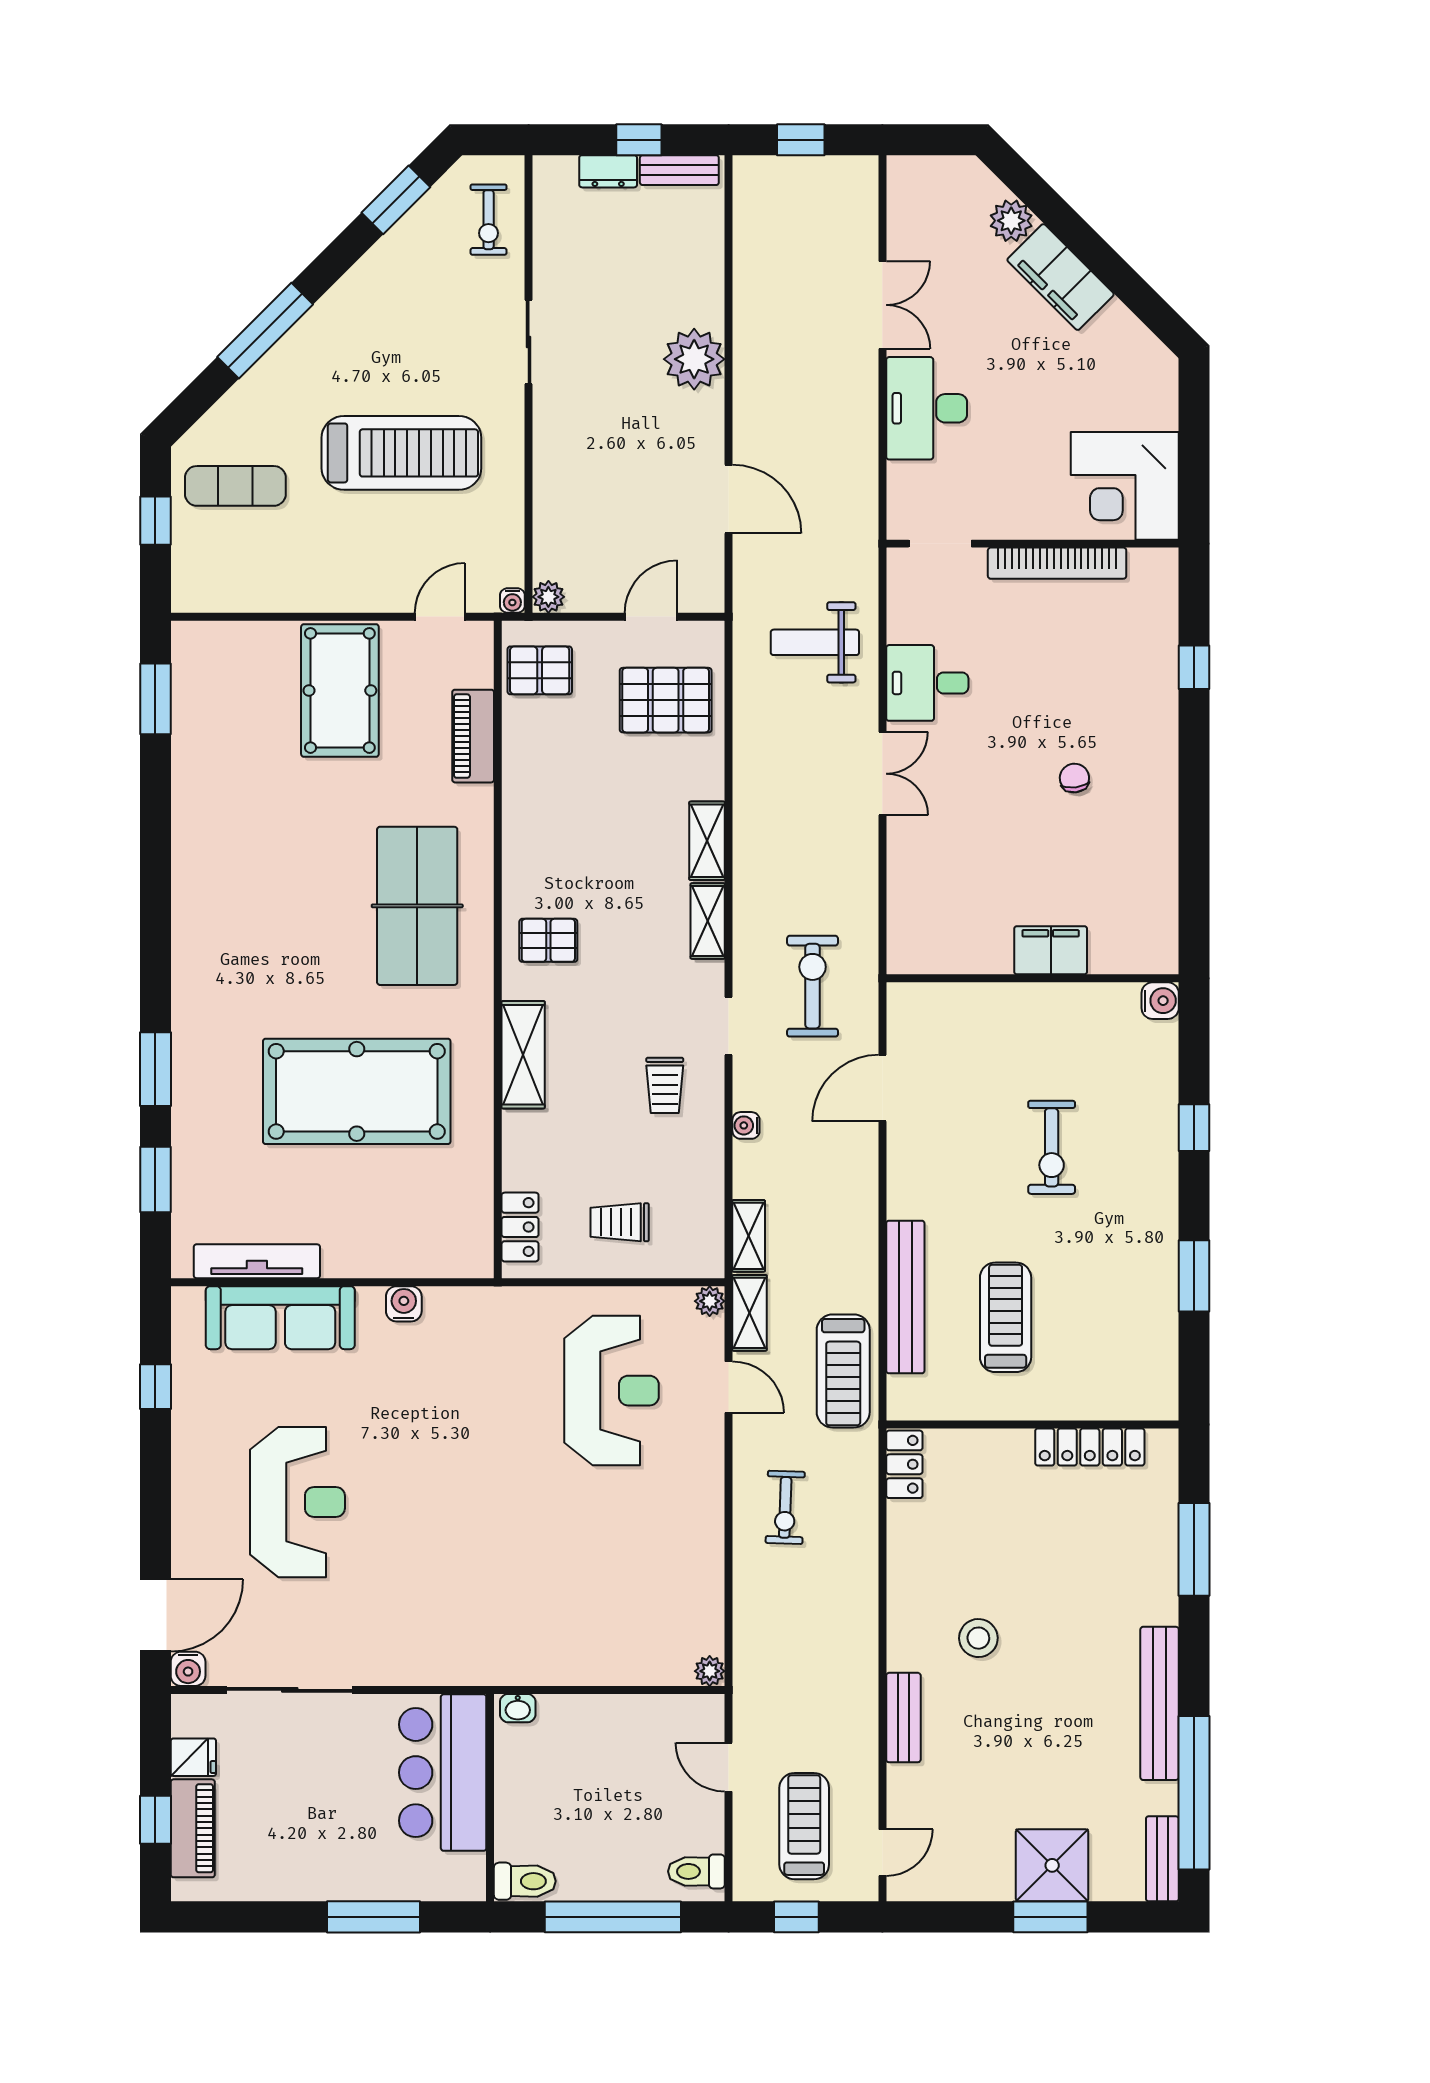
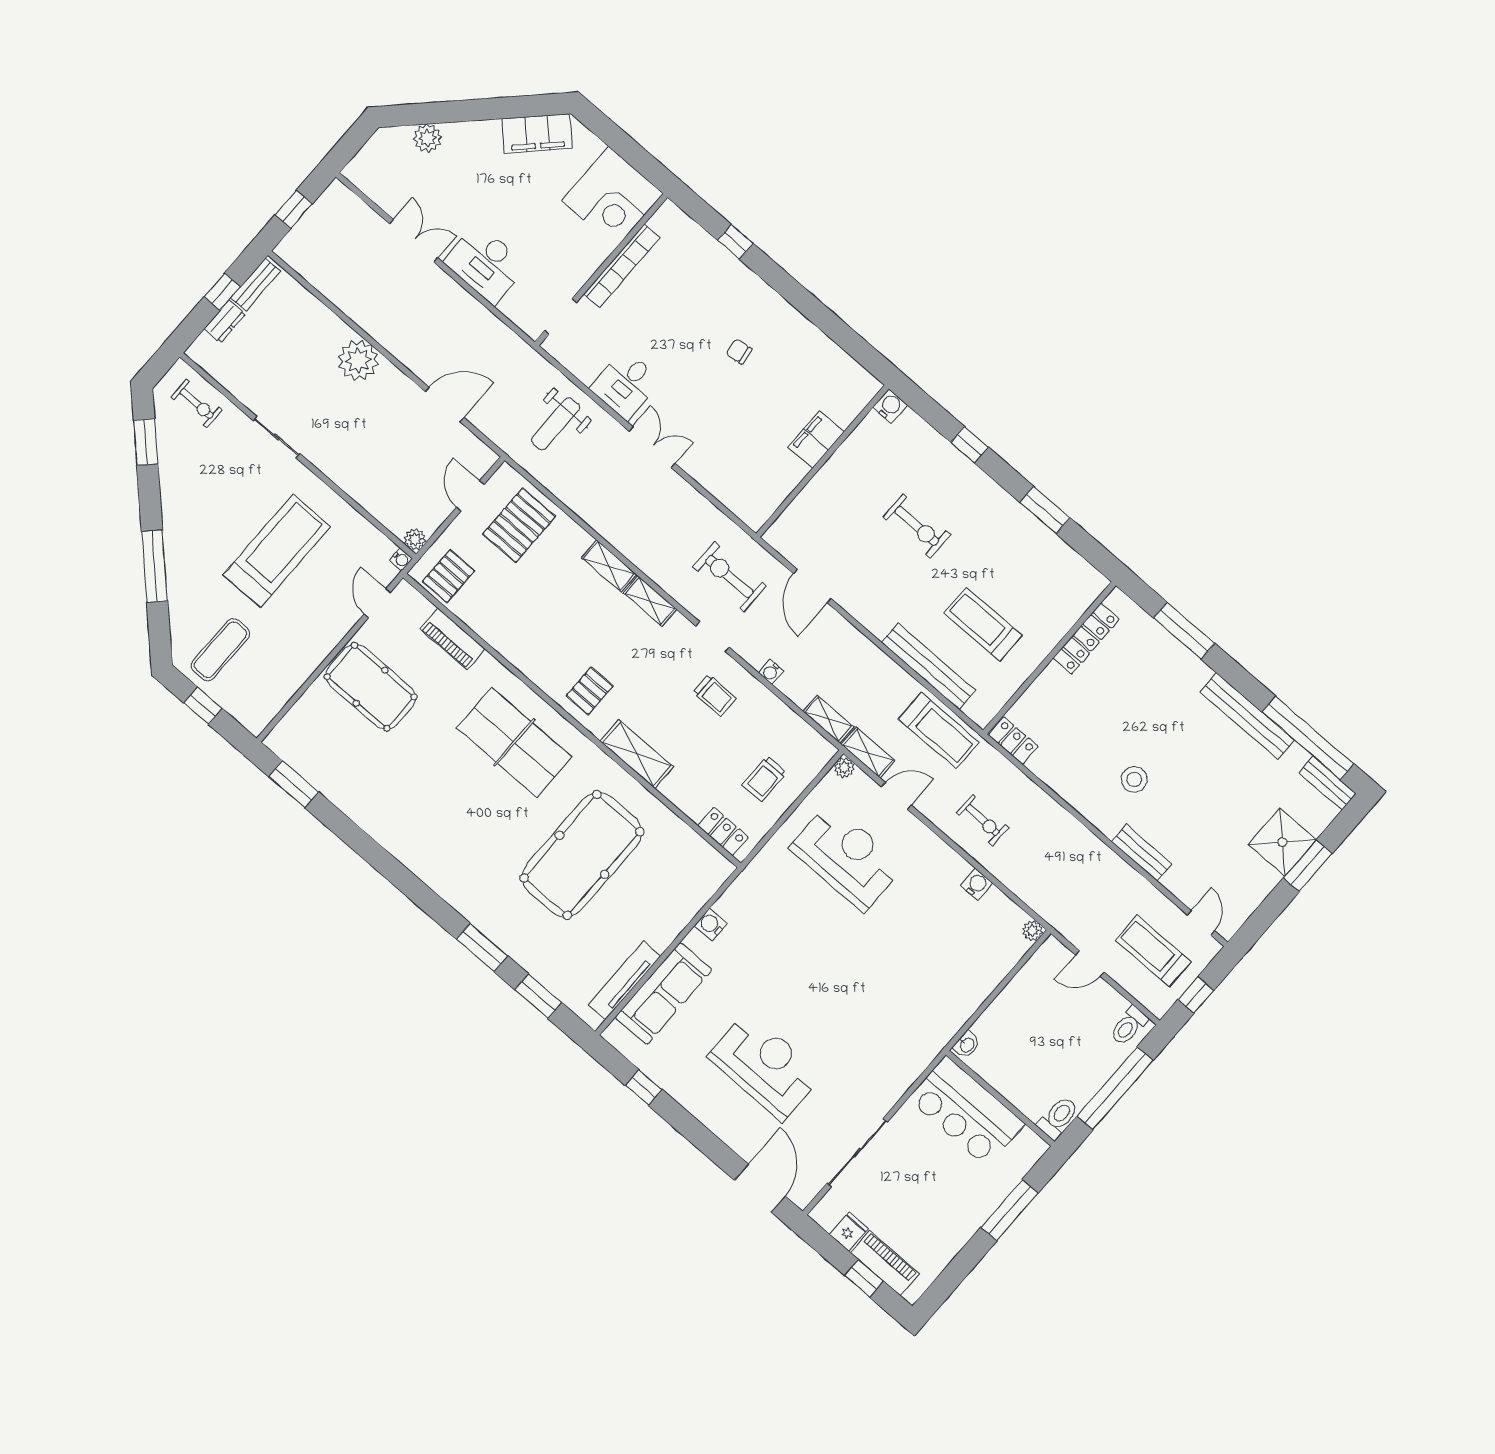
filing cabinet: (1061, 277) -> (537, 134), moved
water cooler: (188, 1669) -> (977, 884), moved, turned -90

